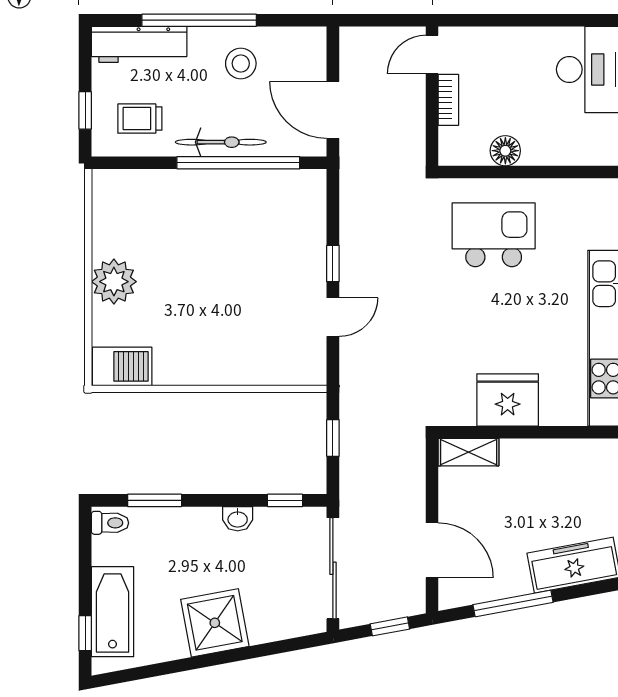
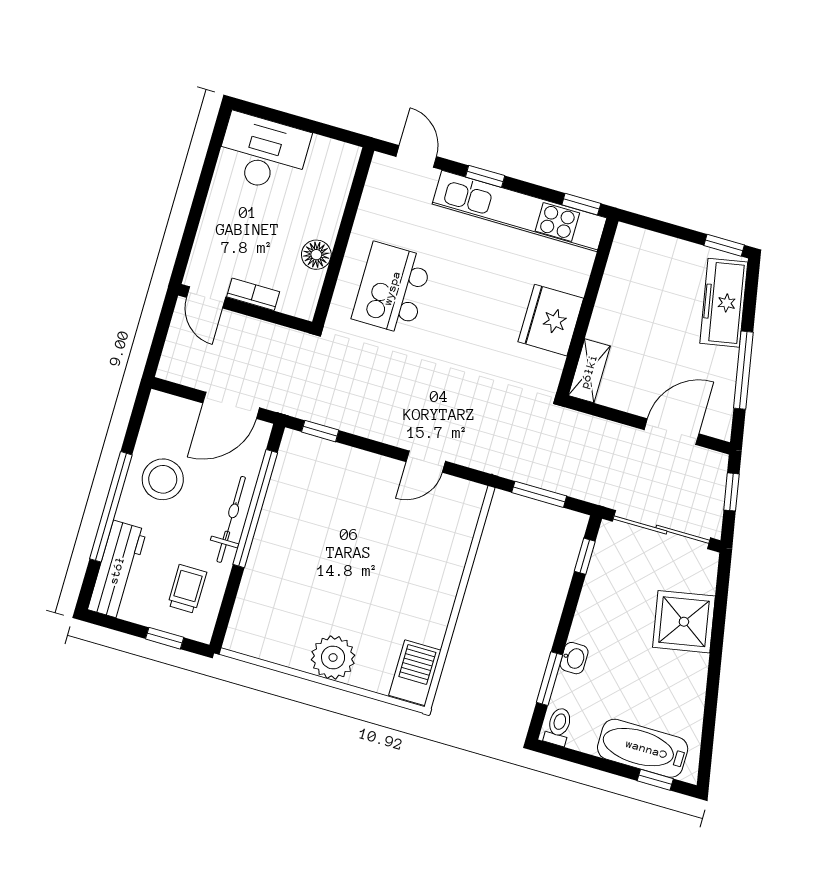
stool: (241, 63) -> (163, 479), width x1.38, depth x1.38
trolley: (140, 119) -> (187, 589), turned 180
window: (333, 263) -> (320, 431), moved
door: (333, 317) -> (426, 462), swing flipped
window: (333, 438) -> (539, 494), width x1.50
washbasin: (238, 519) -> (574, 658), moved
shower: (215, 623) -> (684, 622), moved

